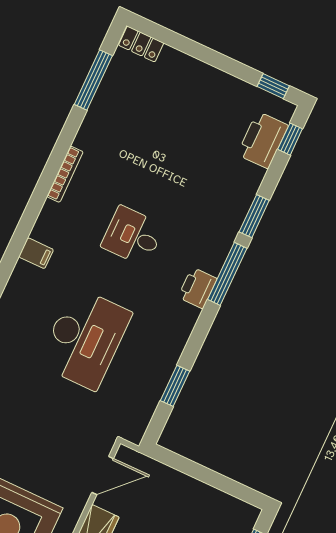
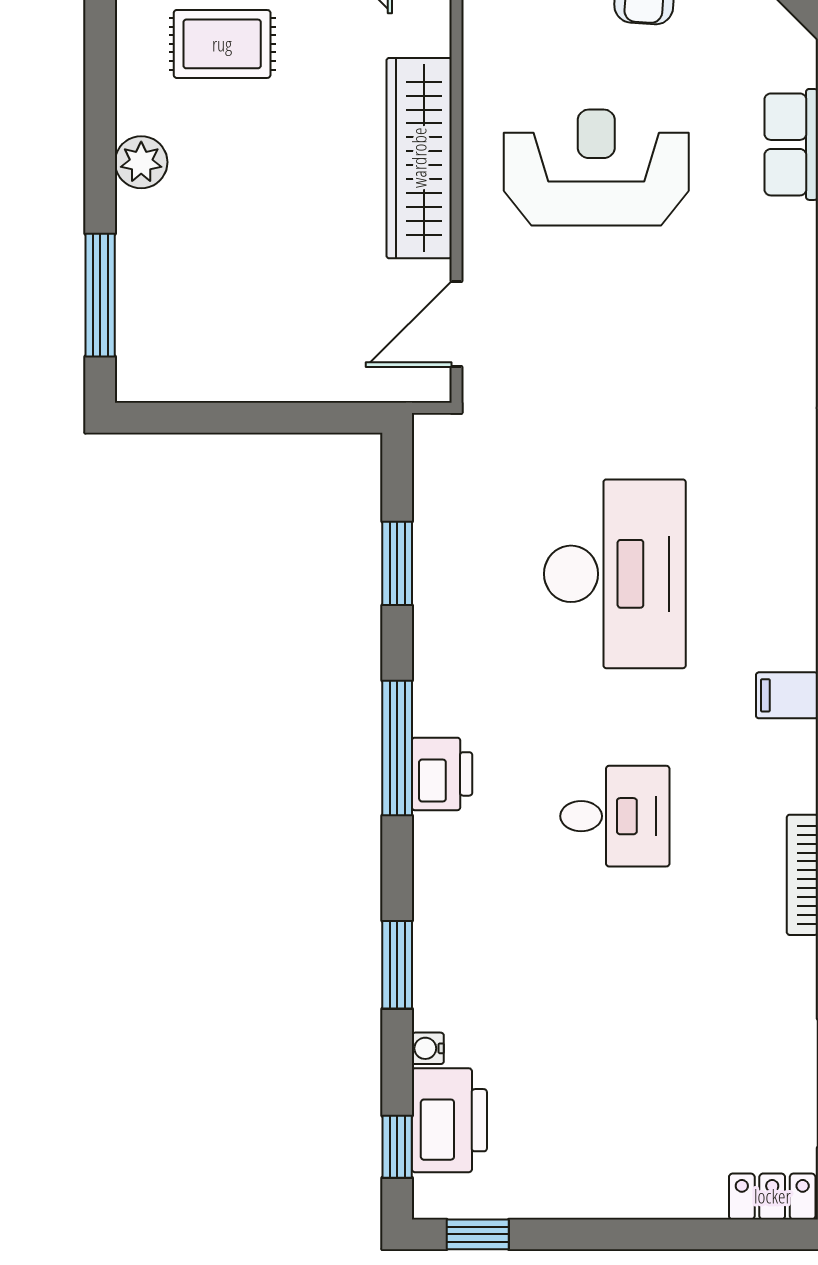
water cooler: (258, 175) -> (428, 1048), added
window: (227, 274) -> (397, 748), moved
desk: (85, 339) -> (615, 574), turned 180

